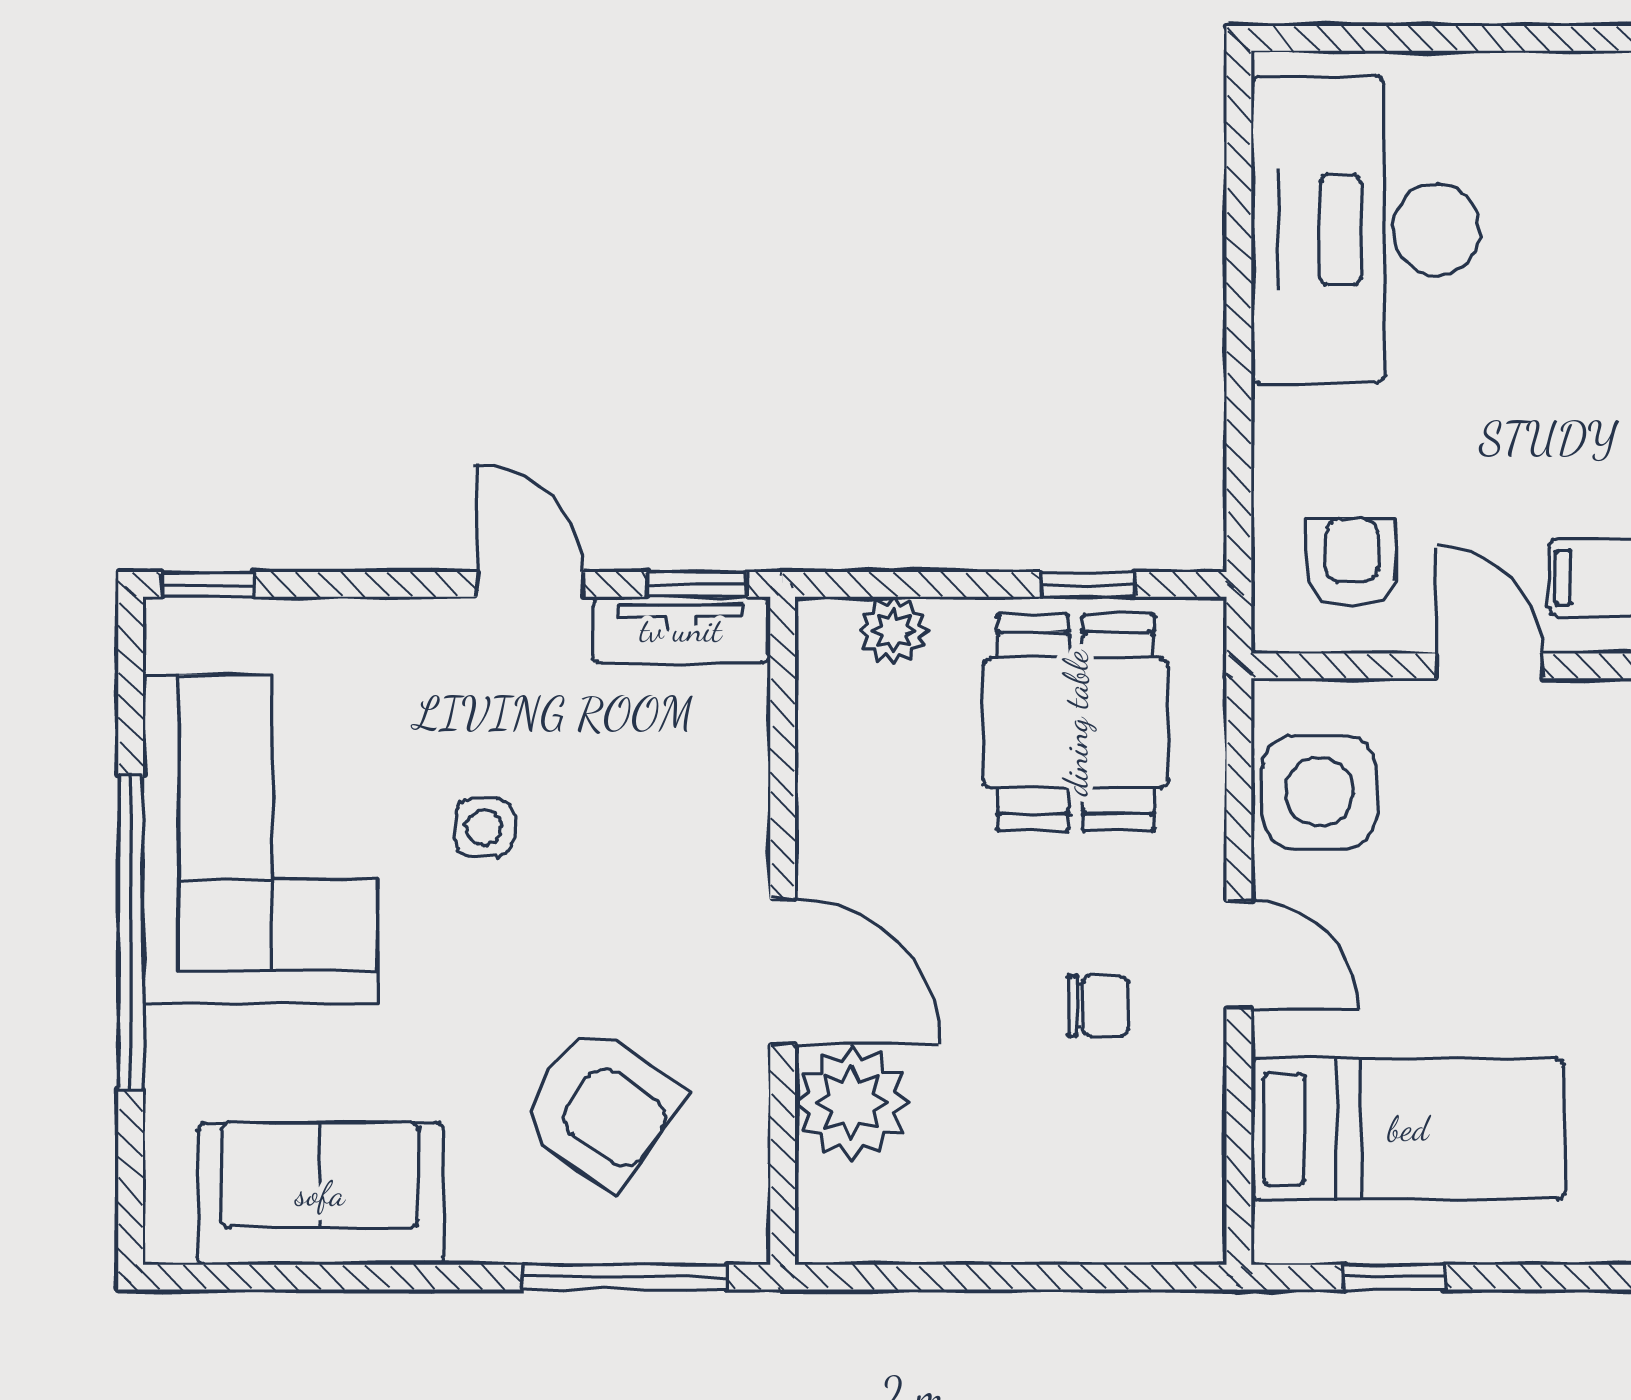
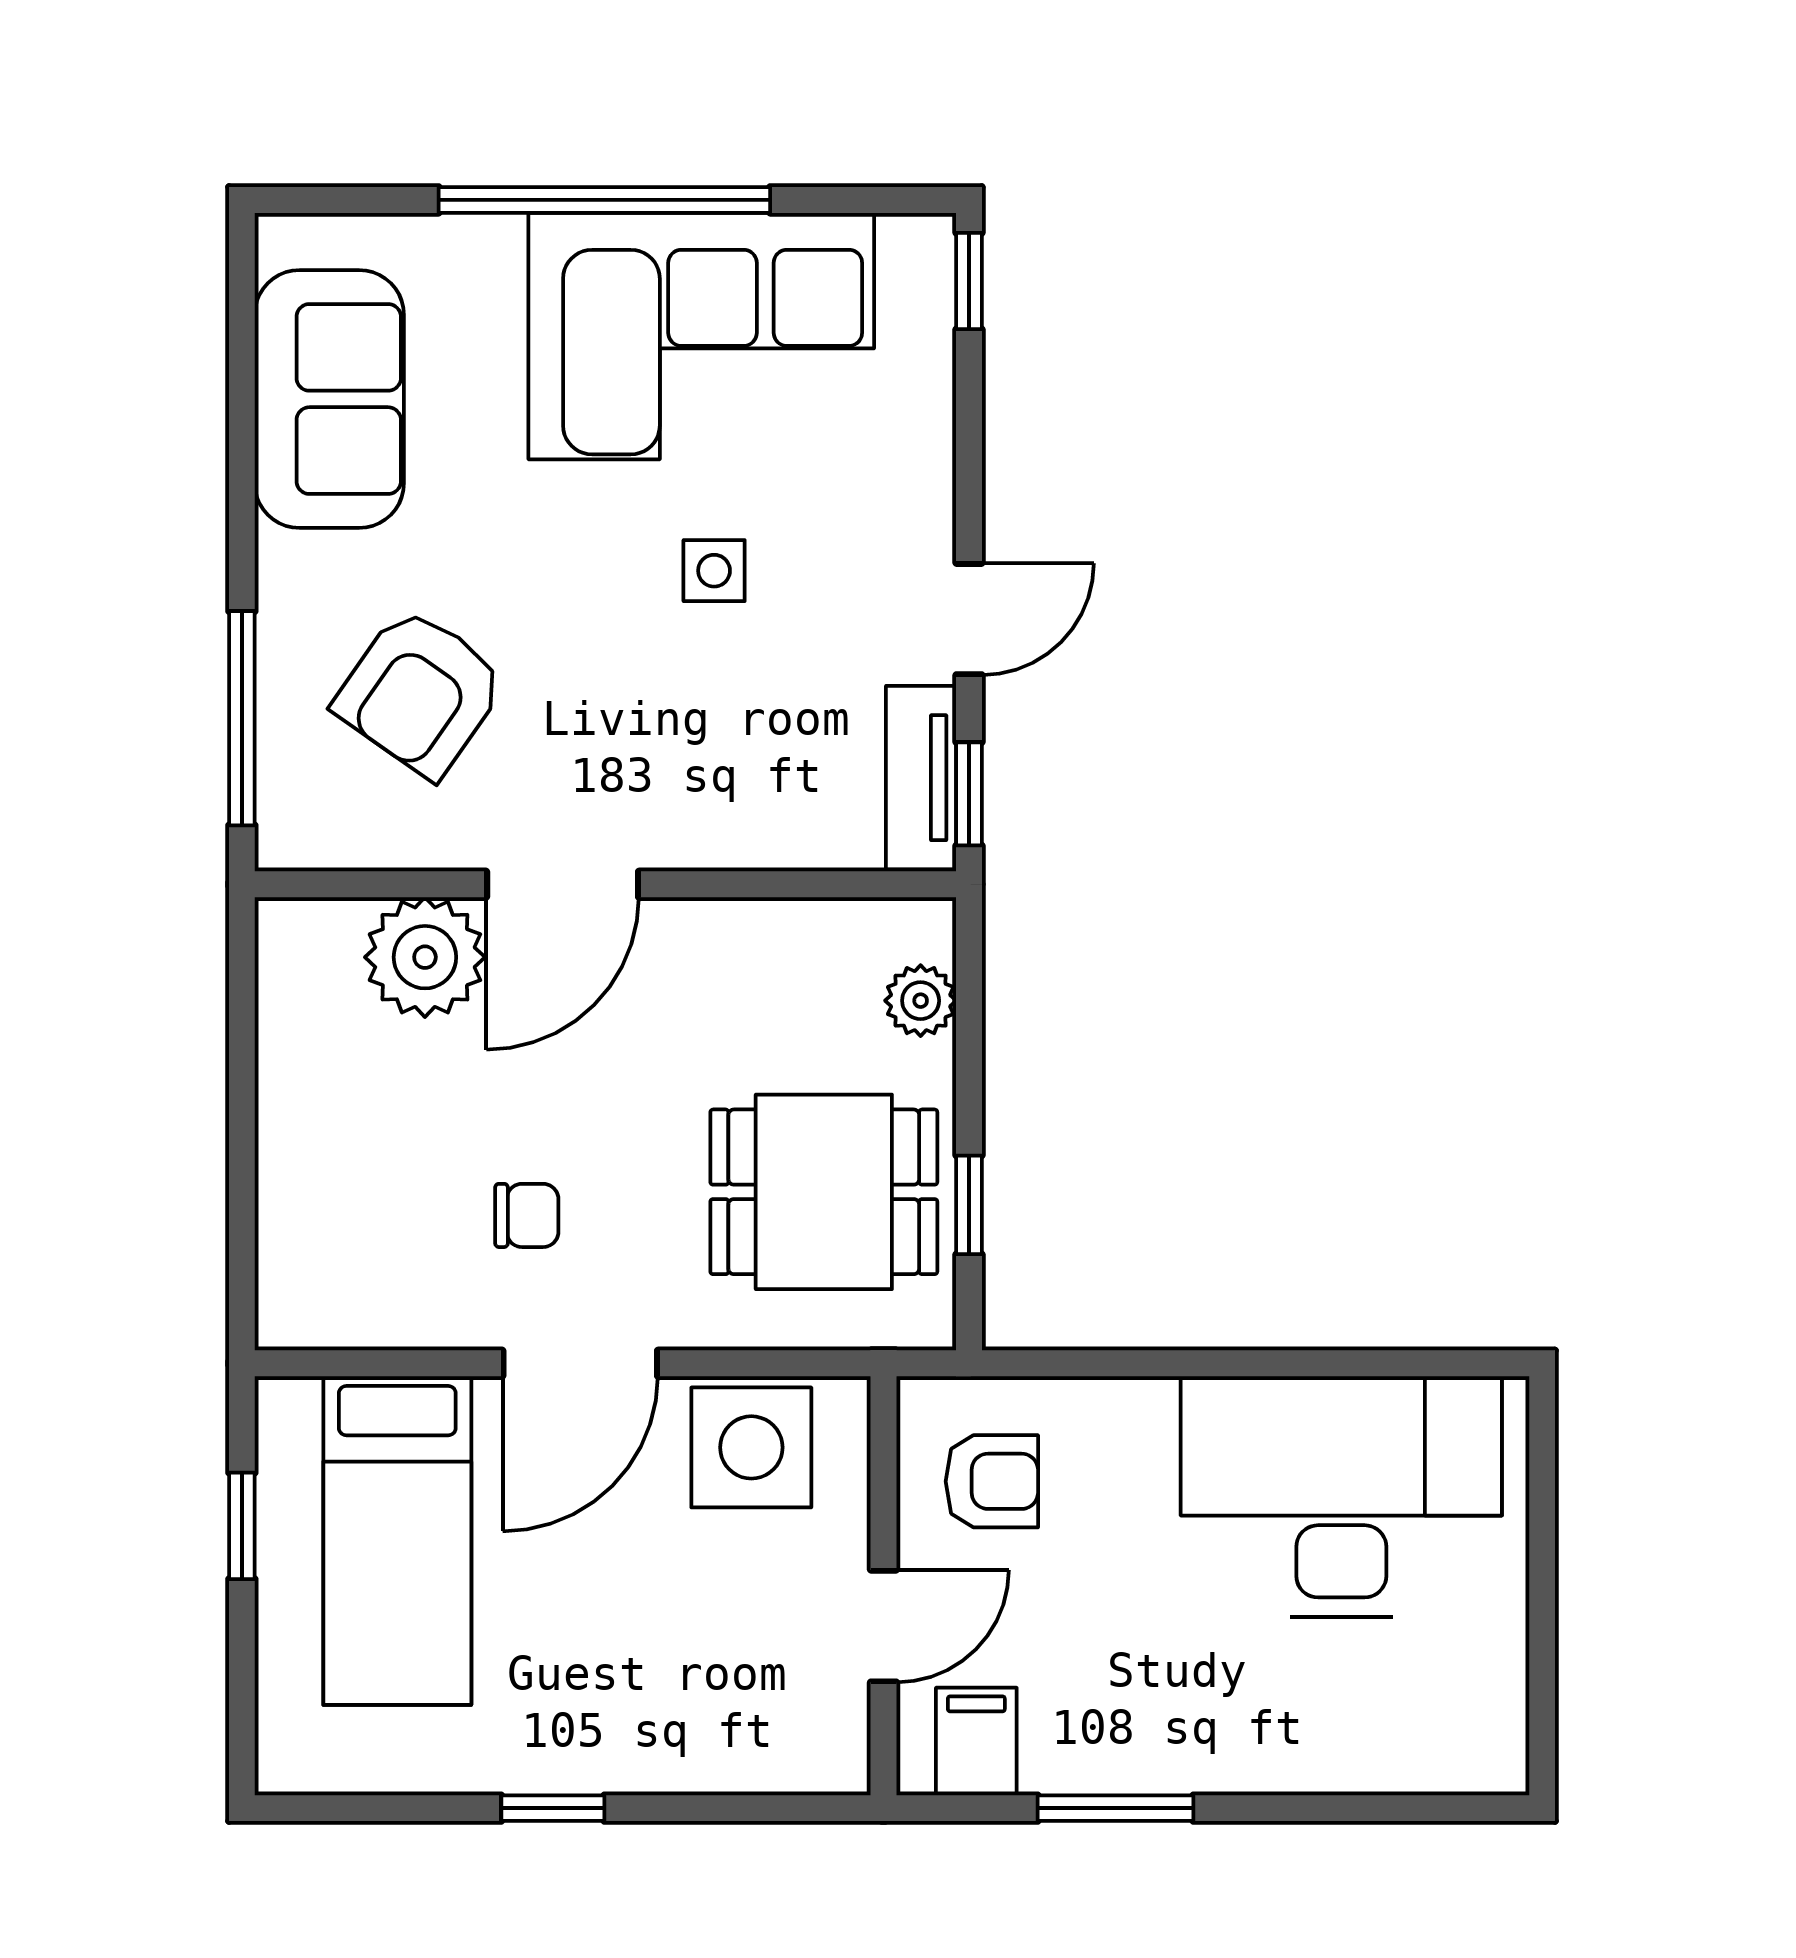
door: (1239, 955) -> (580, 1363), width x1.38
chair: (1098, 1006) -> (527, 1215), turned -90

